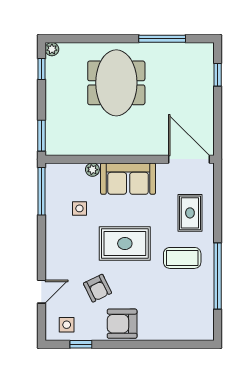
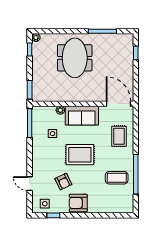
coffee table: (182, 258) -> (117, 178), moved
door: (41, 292) -> (30, 184), swing flipped

